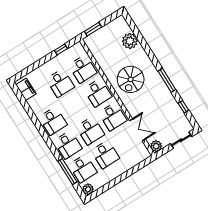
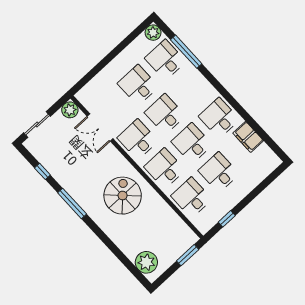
plant: (130, 41) -> (146, 262), moved
filing cabinet: (26, 89) -> (248, 137), moved
desk: (68, 145) -> (192, 143), moved

